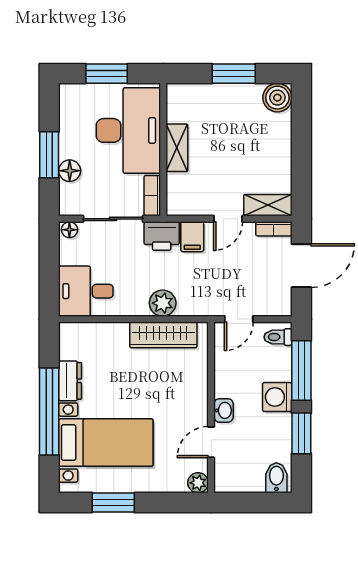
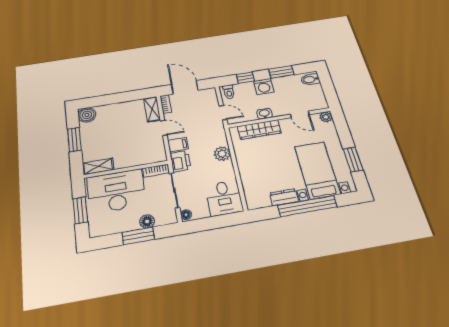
shelving: (177, 148) -> (98, 166), moved
wardrobe: (163, 335) -> (259, 130), moved, turned 90
window: (301, 370) -> (245, 78), width x0.46
washbasin: (224, 410) -> (264, 114), moved

